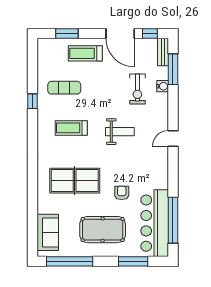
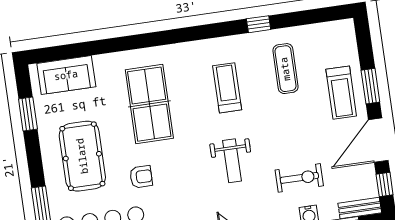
window: (67, 34) -> (370, 86), moved
treadmill: (85, 53) -> (341, 93), turned 180
exercise bike: (137, 89) -> (299, 178), turned 180
window: (70, 261) -> (28, 114), width x0.47

